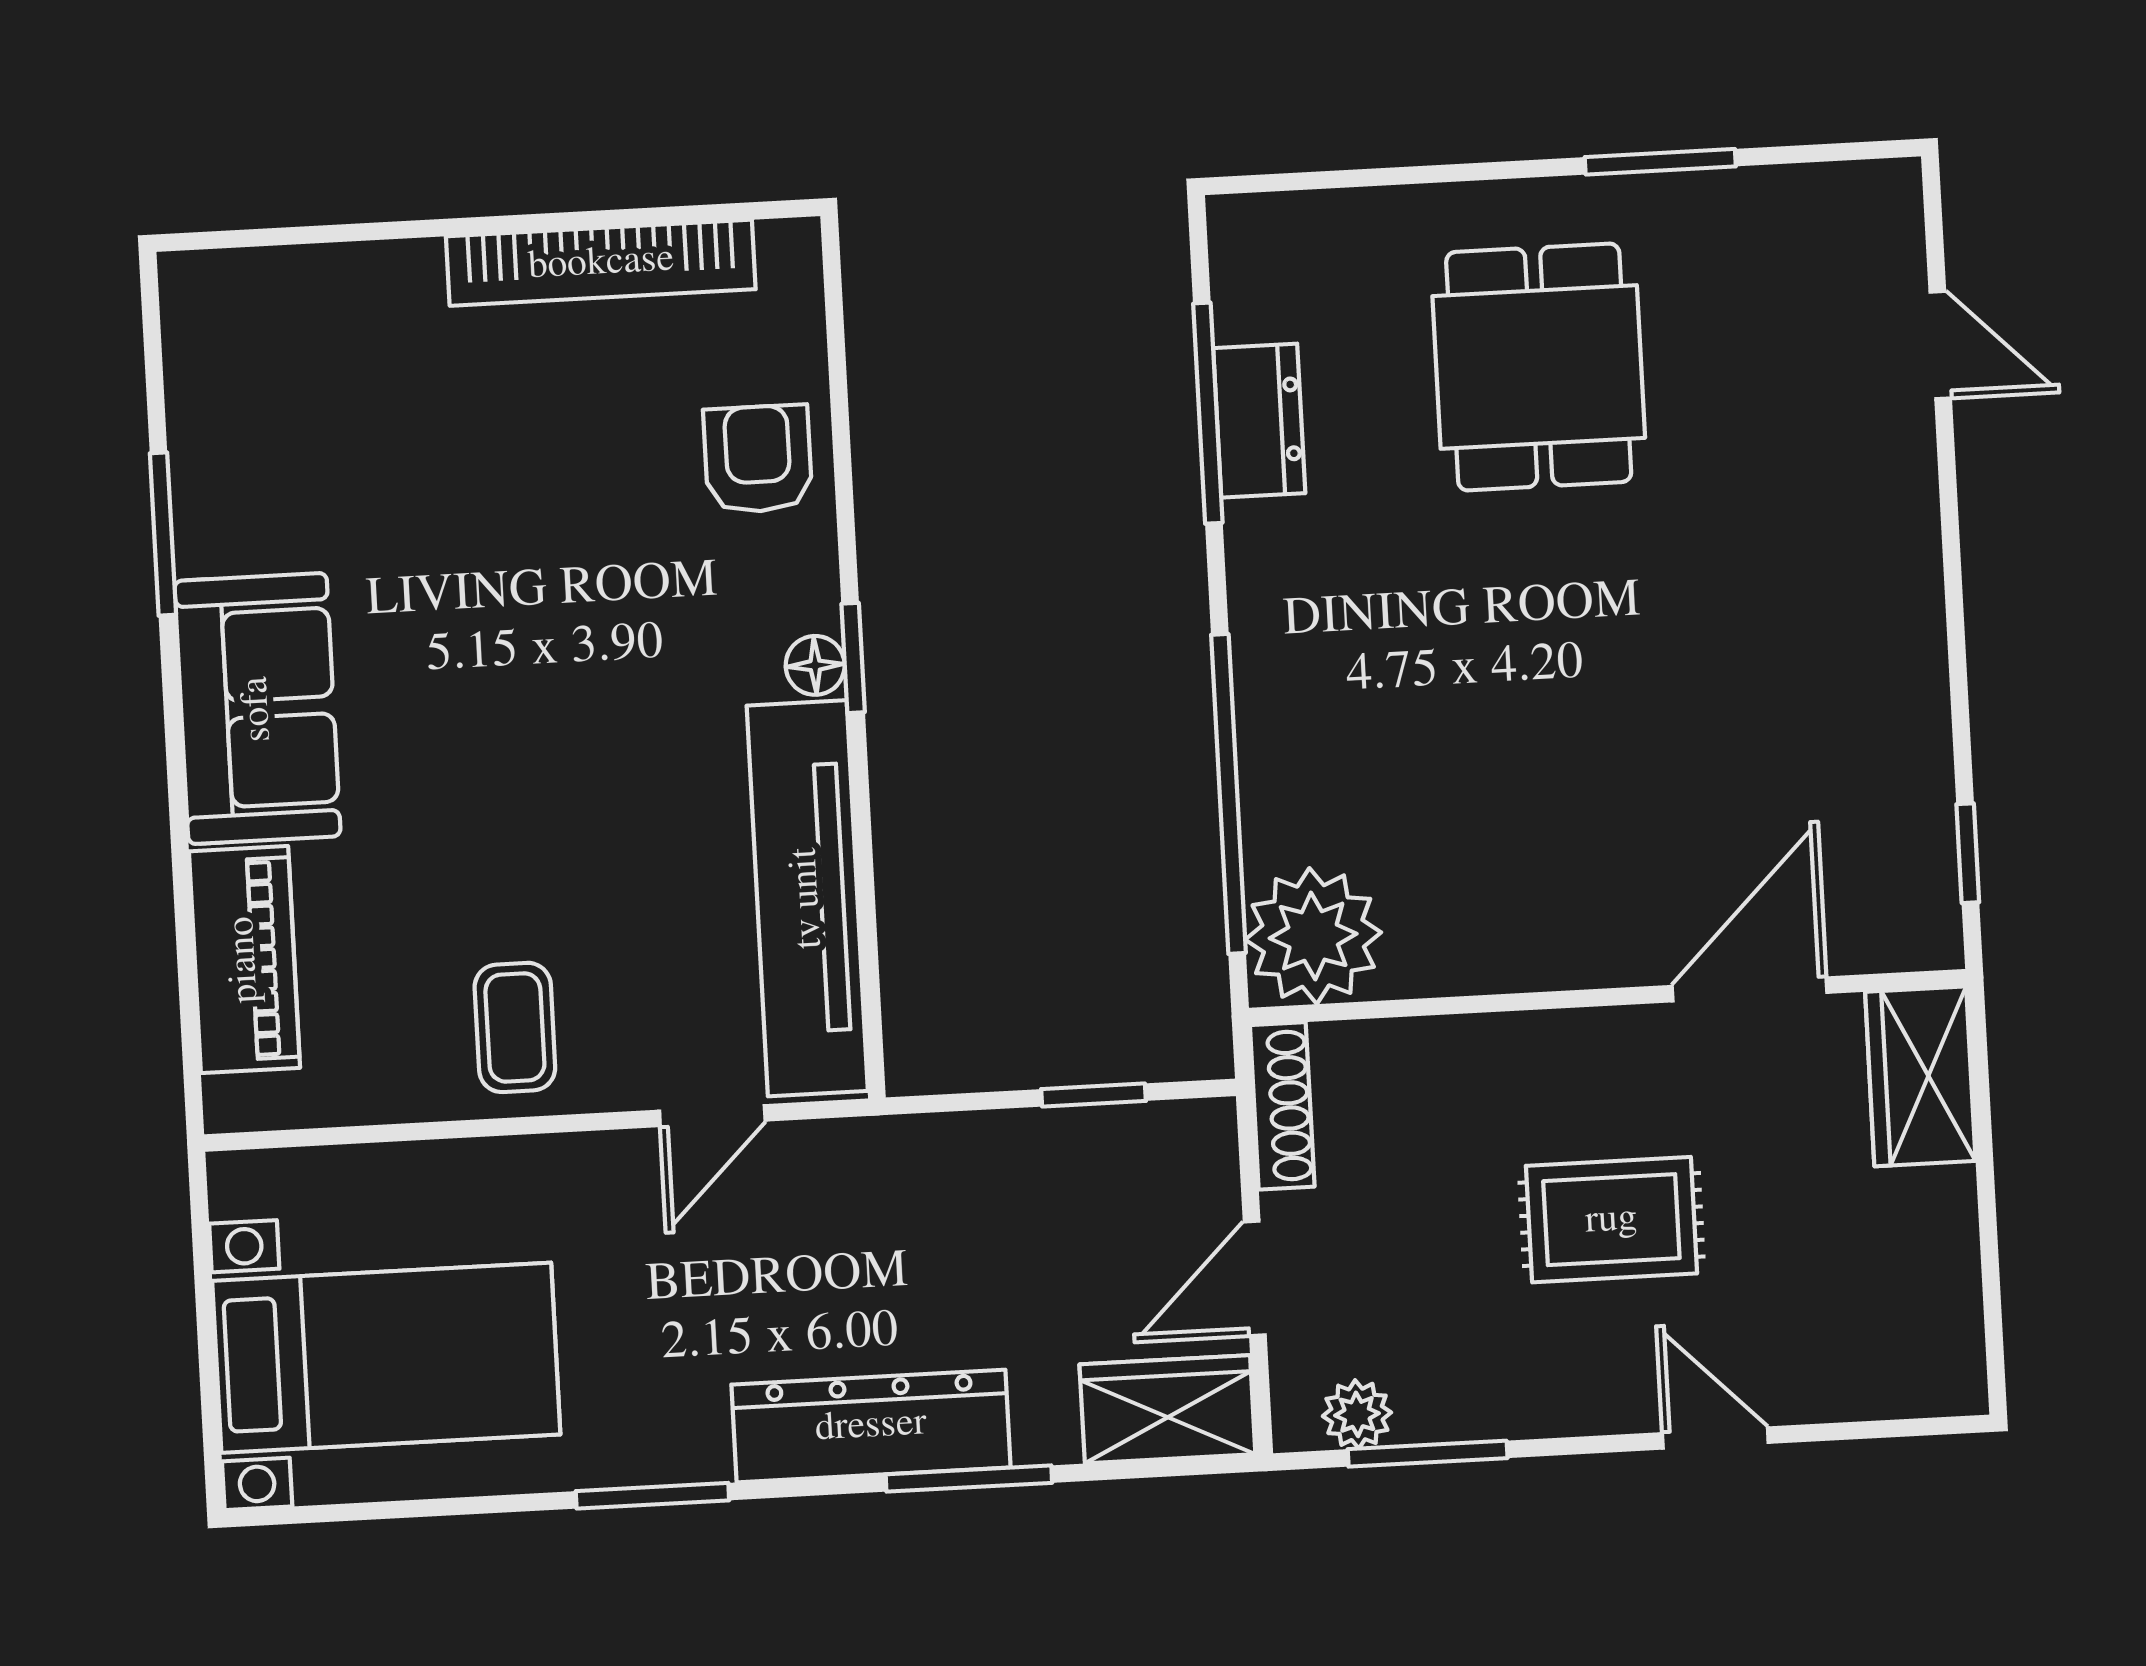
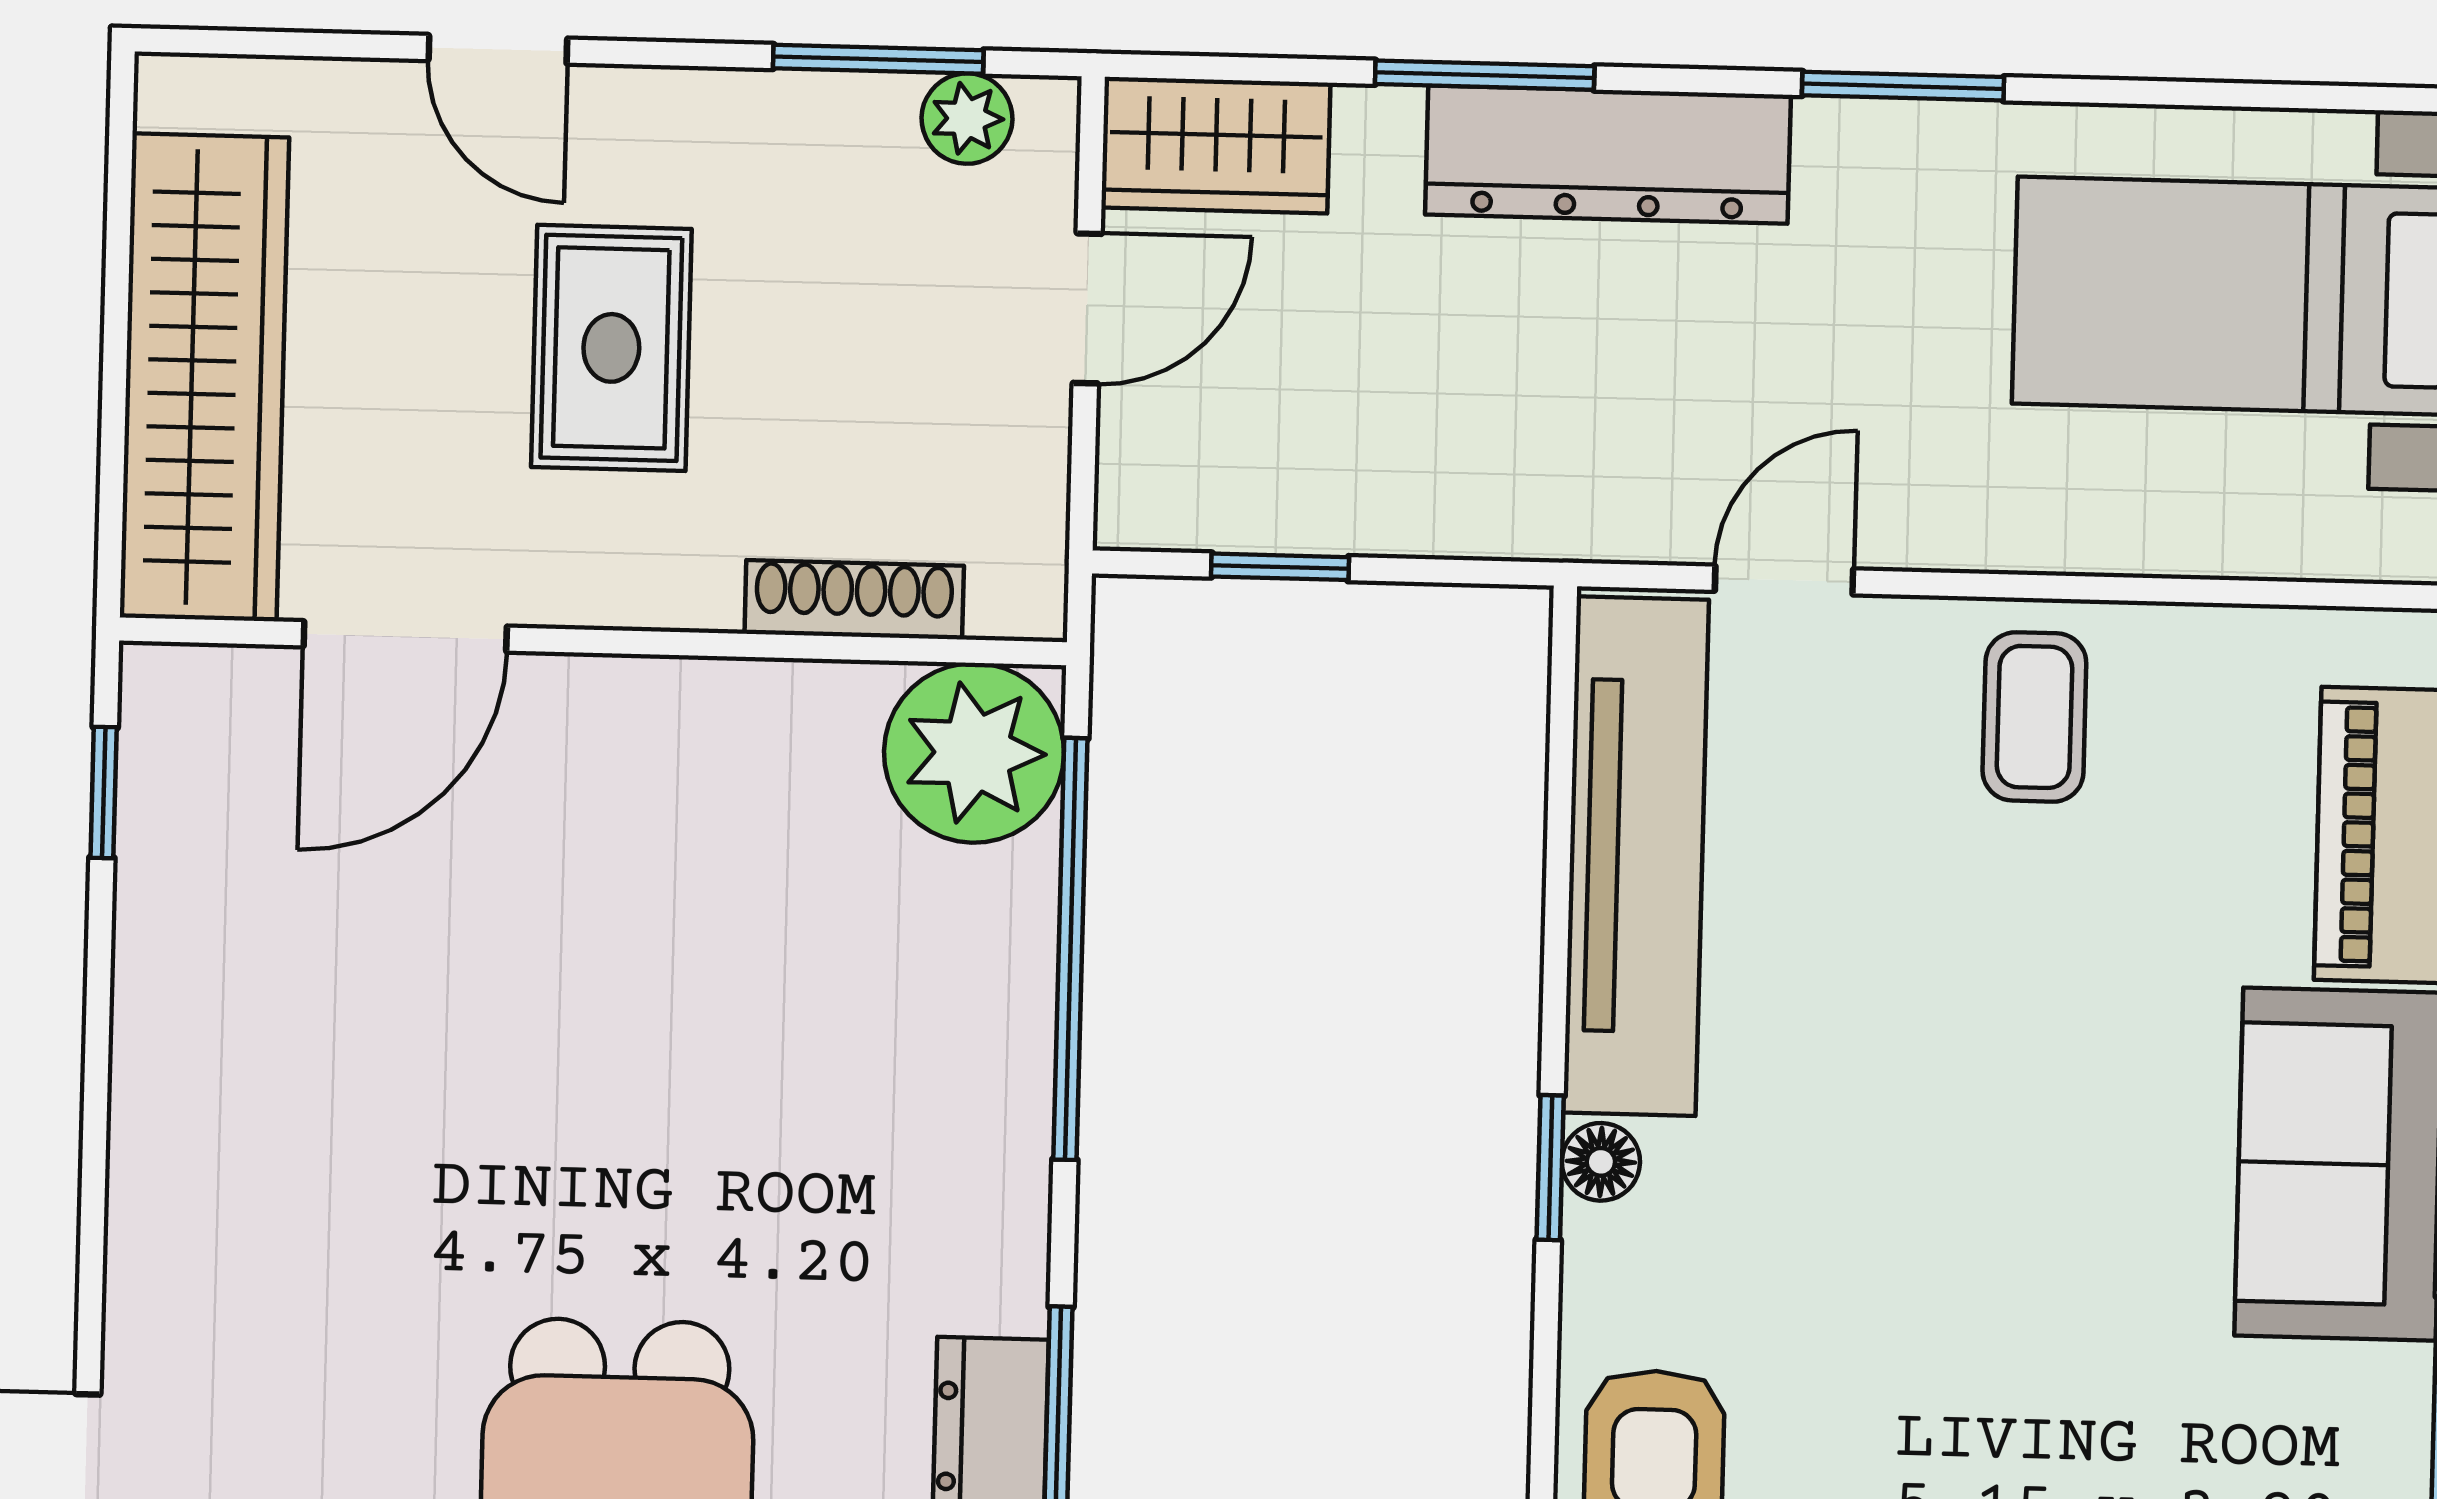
wardrobe: (1920, 1076) -> (204, 377), width x2.10, depth x1.17
shoe rack: (1282, 1106) -> (854, 600), moved, turned 90
rug: (1611, 1220) -> (611, 348), turned 90

